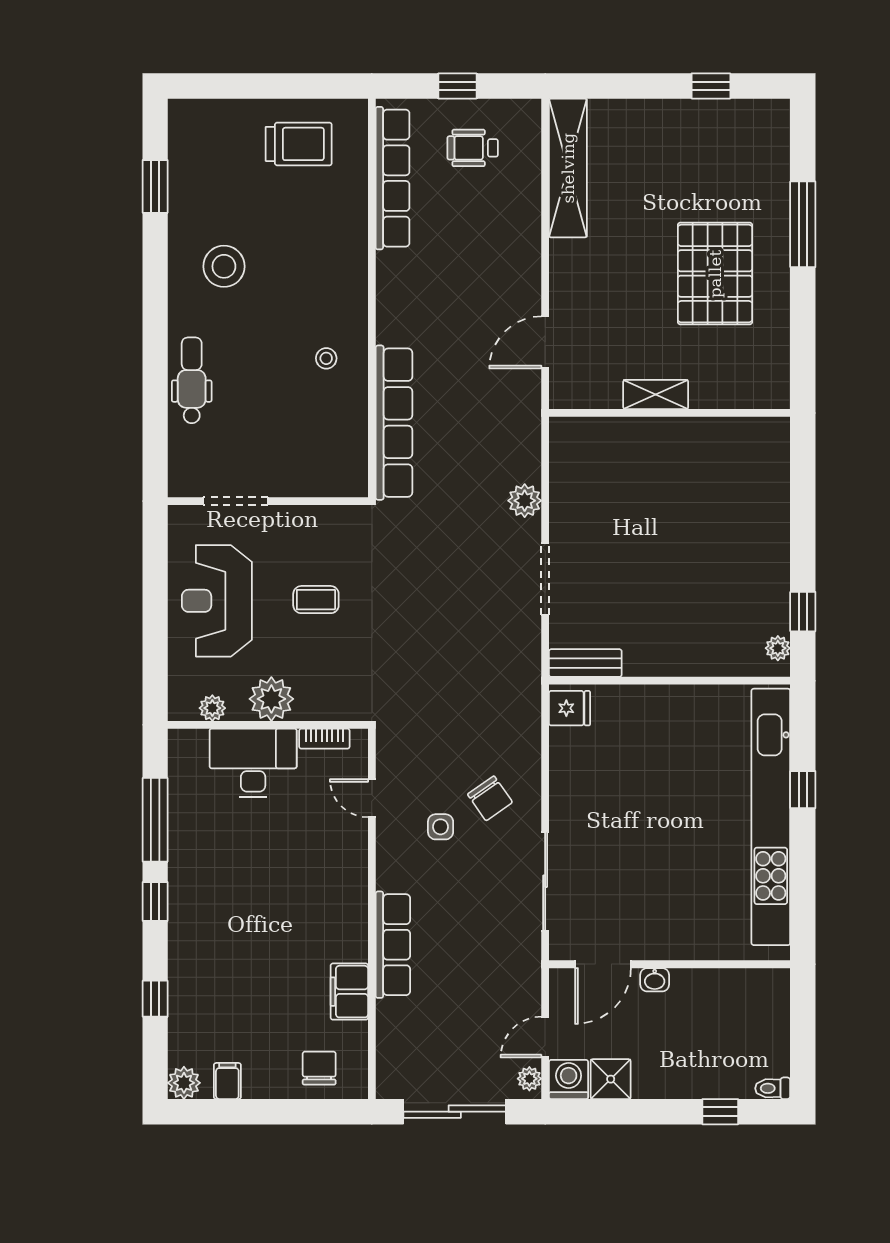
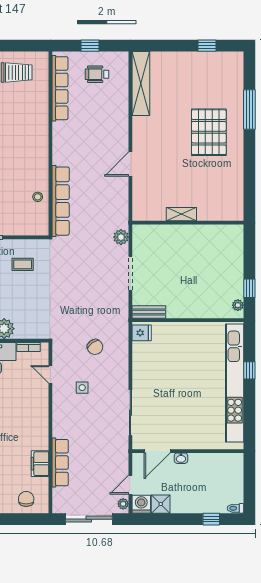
stool: (326, 358) -> (38, 197), moved
shelving: (656, 395) -> (181, 214), moved
wall: (670, 413) -> (188, 223), moved
coffee table: (316, 600) -> (23, 264), moved
chair: (490, 798) -> (95, 347), moved
row of seats: (393, 945) -> (60, 463), moved

